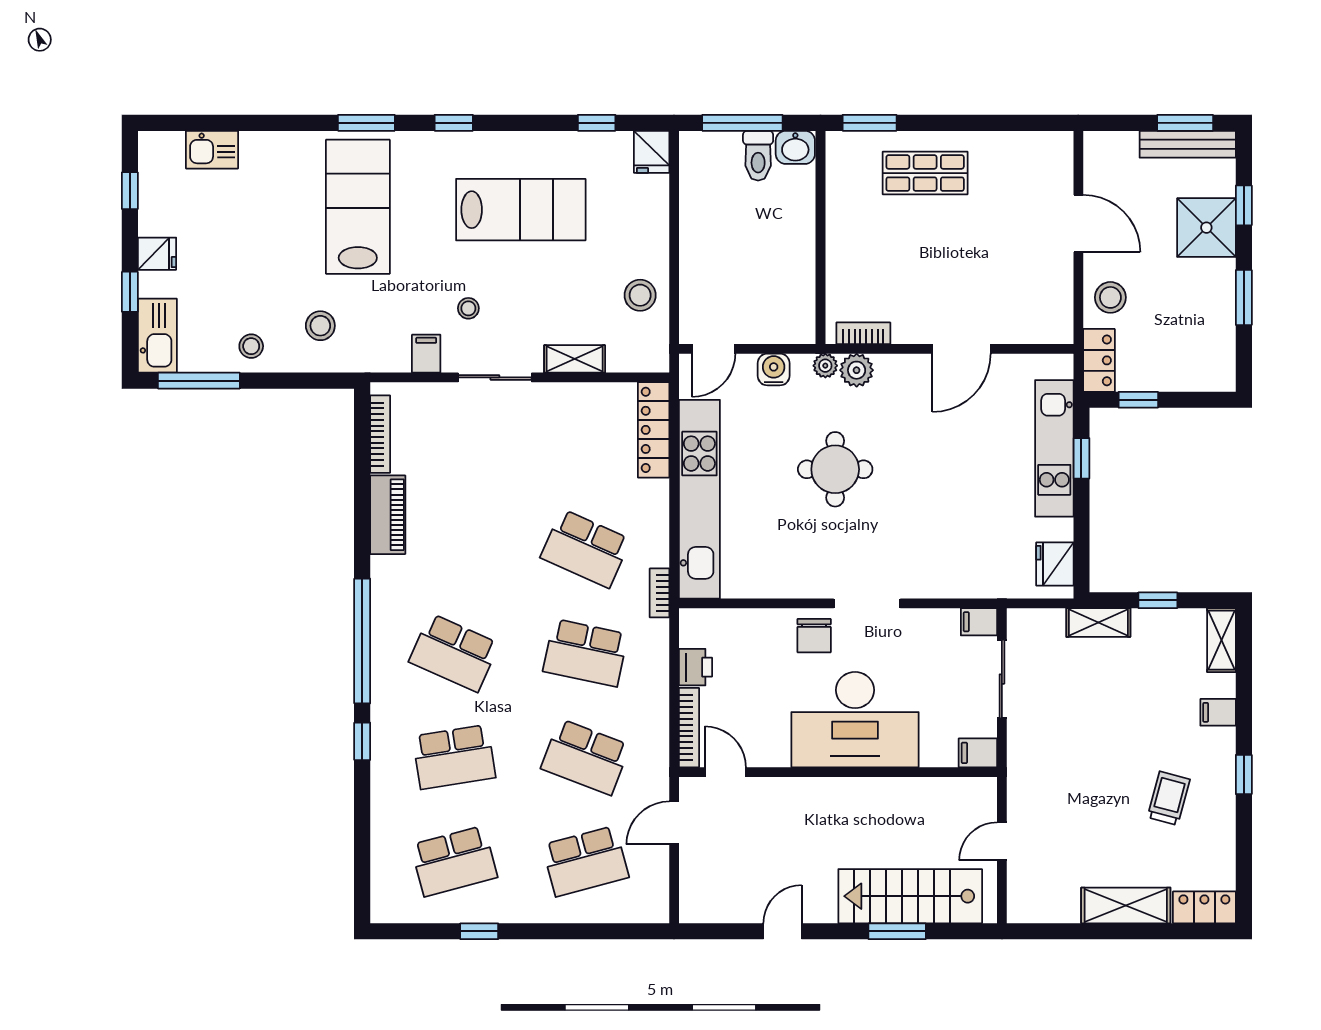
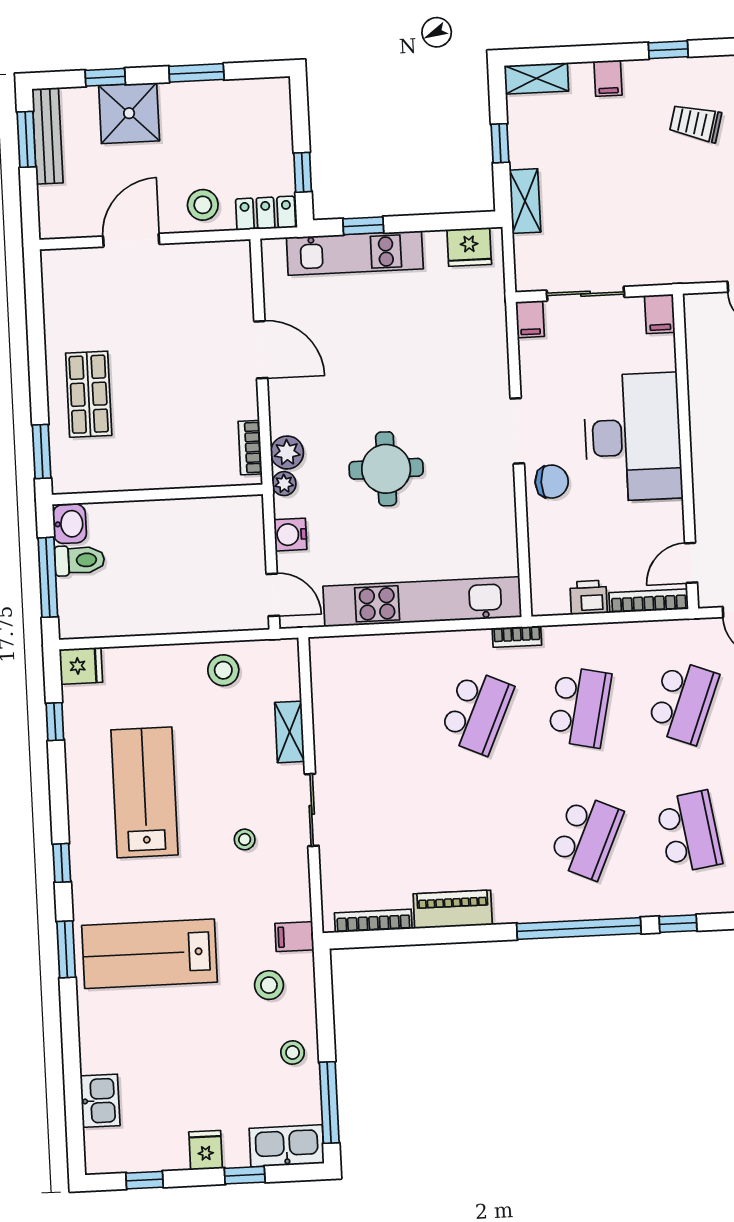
filing cabinet: (426, 354) -> (294, 937), moved
locker: (654, 430) -> (356, 650), removed

